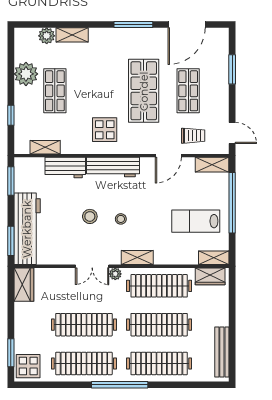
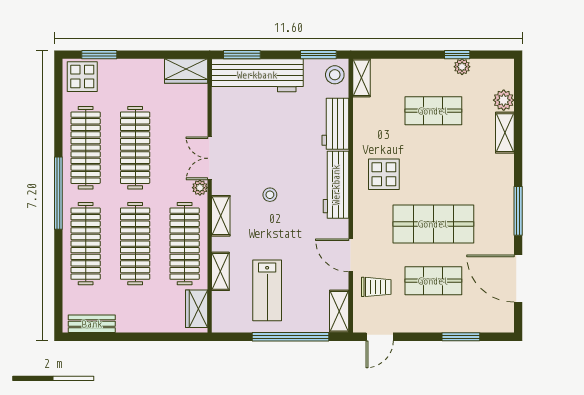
plant: (26, 74) -> (462, 67), width x0.53, depth x0.53
window: (11, 115) -> (457, 55), moved
trolley: (193, 136) -> (376, 287), turned -90
shelving: (45, 147) -> (361, 78), moved
stool: (90, 216) -> (335, 75), moved
lab bench: (196, 221) -> (267, 290), turned 180
shelving: (214, 258) -> (220, 271), moved
bench: (222, 352) -> (92, 324), width x0.73

